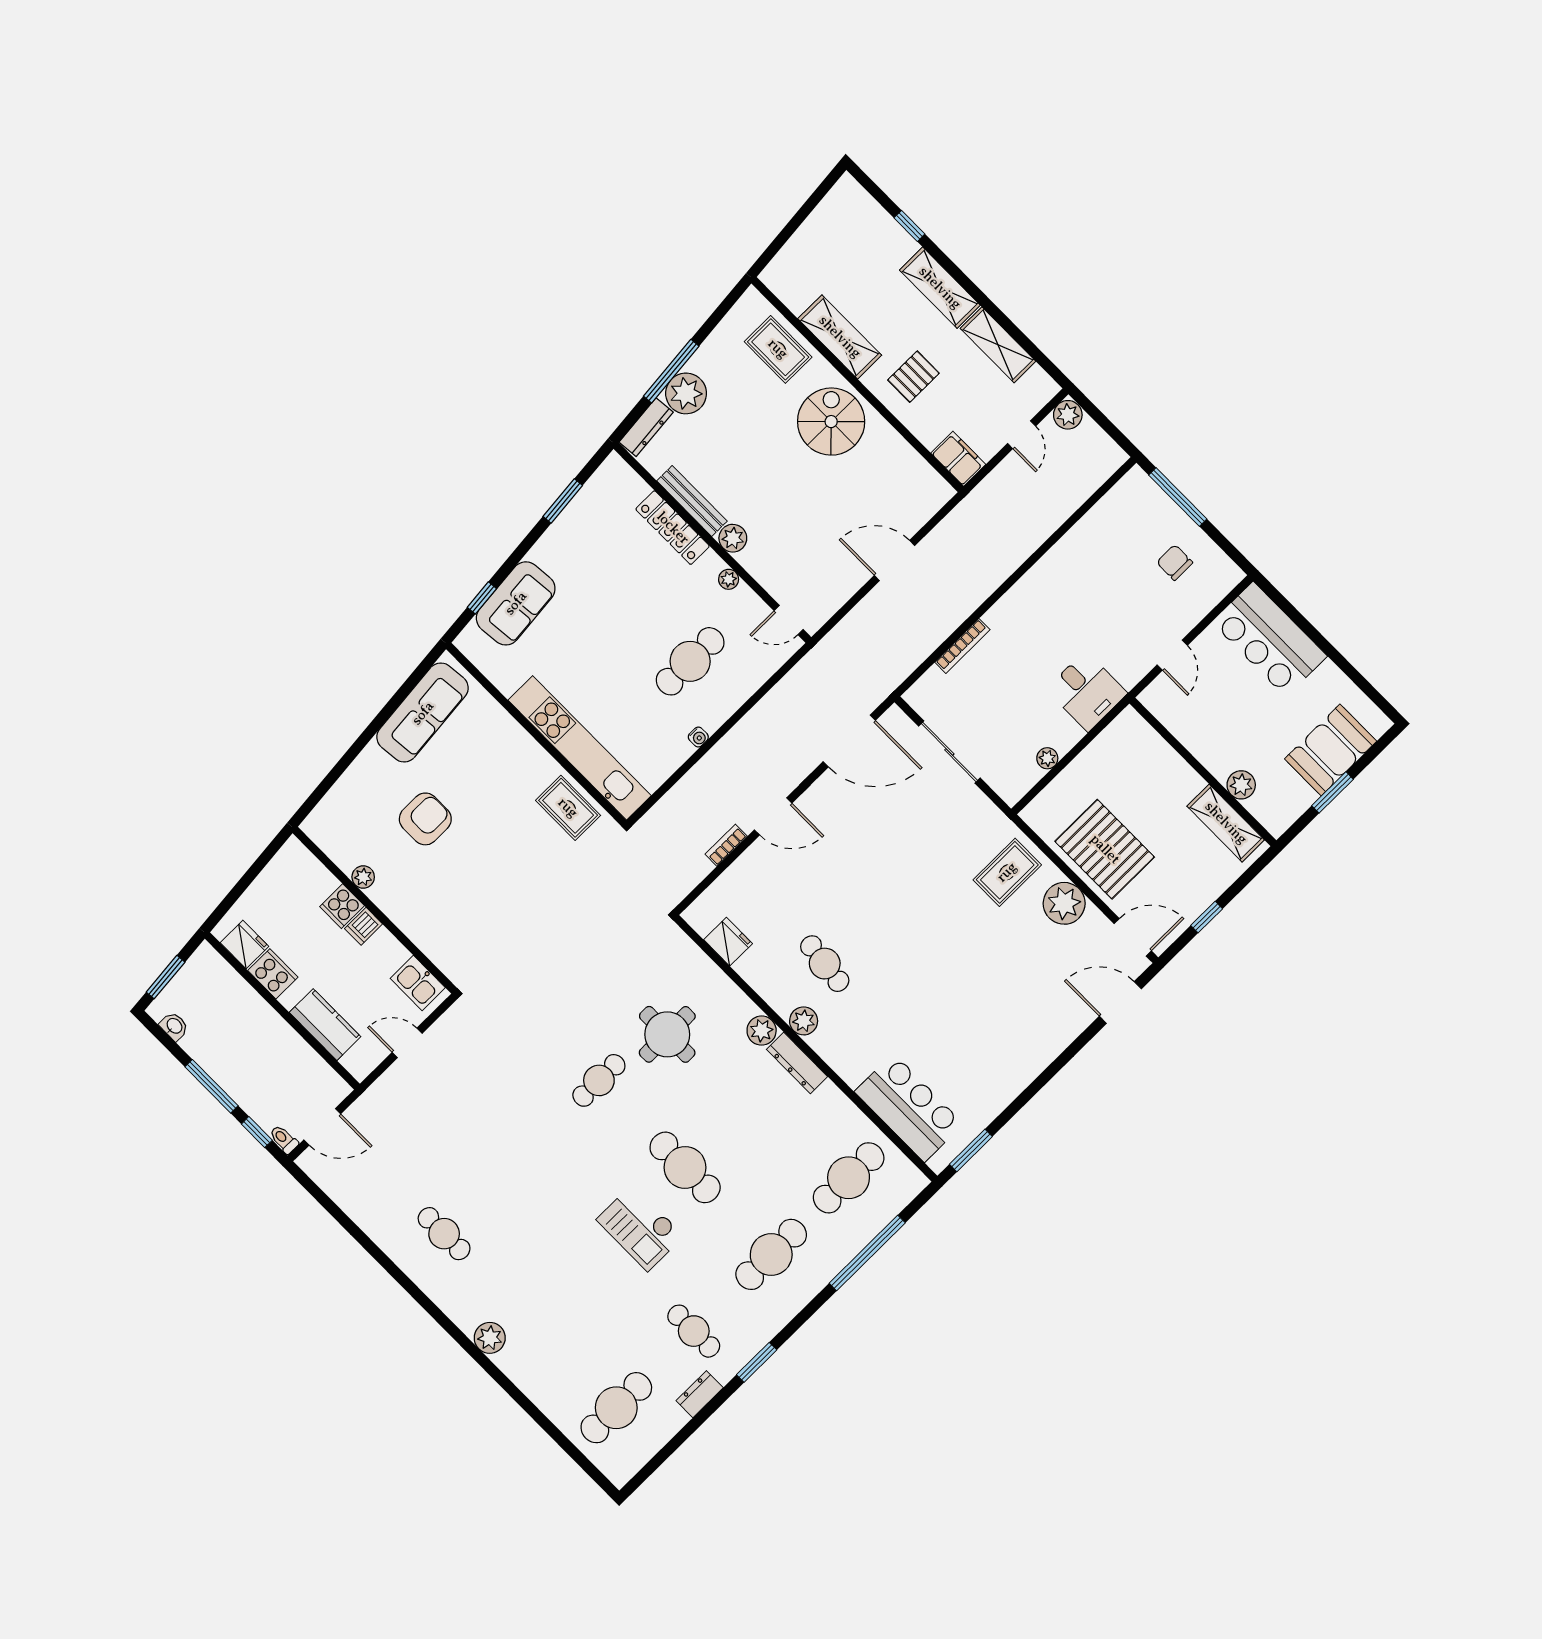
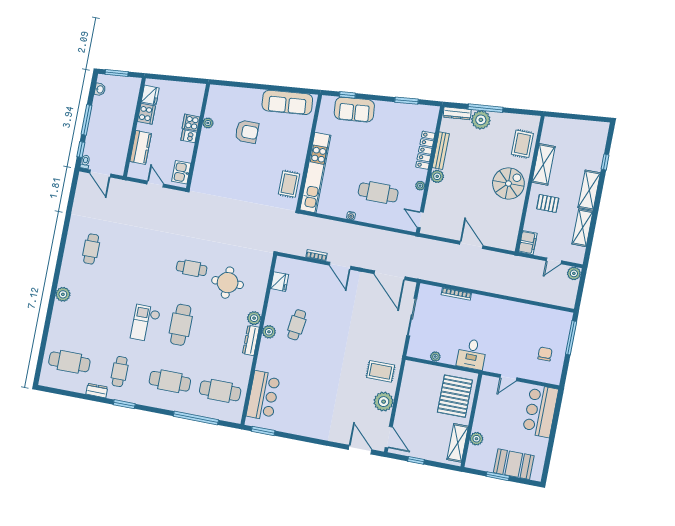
pallet: (1105, 849) -> (455, 396), moved

